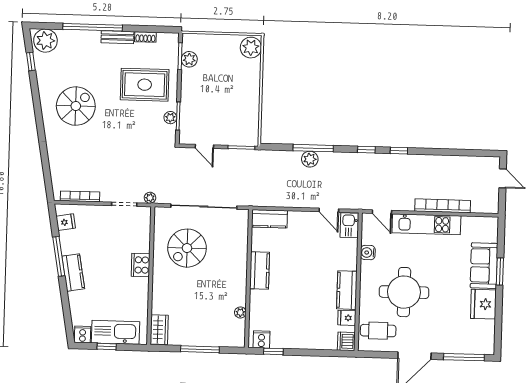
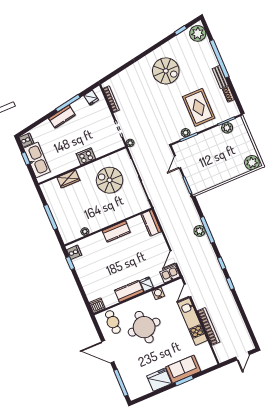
fridge: (347, 318) -> (147, 284), moved
wardrobe: (159, 330) -> (68, 179), moved

